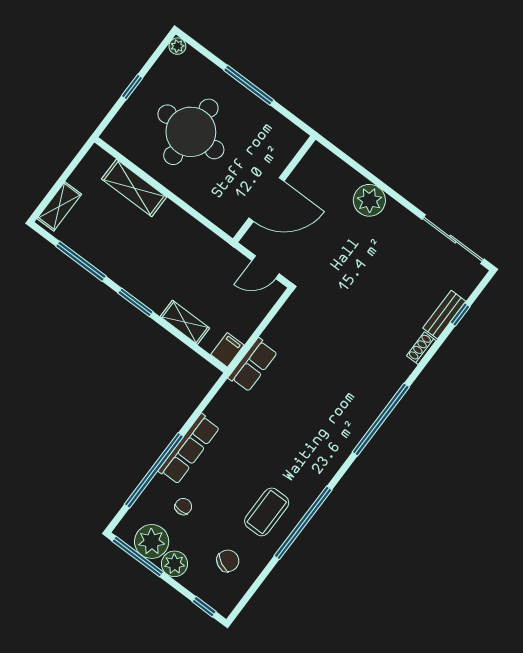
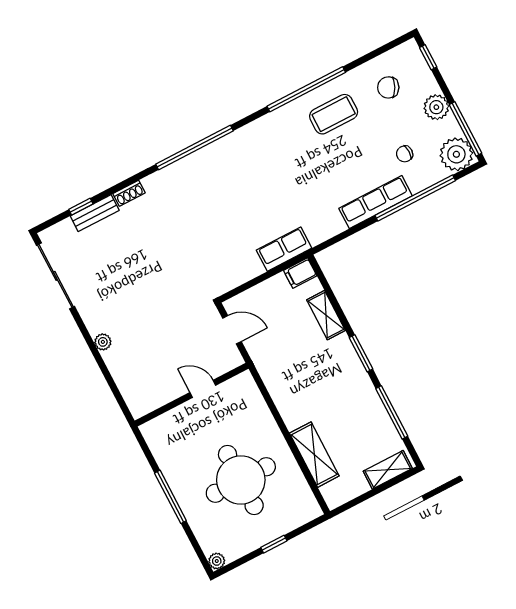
door: (266, 199) -> (203, 389), width x0.53
plant: (369, 200) -> (103, 342), width x0.53, depth x0.53
plant: (152, 541) -> (456, 154), moved

